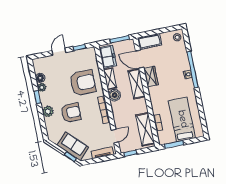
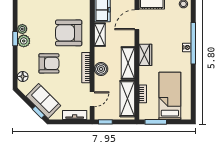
door: (140, 59) -> (137, 20), hinge flipped
wardrobe: (151, 77) -> (145, 55), moved
floor lamp: (40, 78) -> (23, 76), moved
armchair: (83, 83) -> (69, 33), turned 180
shelving: (137, 84) -> (128, 63), moved
boiler: (115, 95) -> (101, 69), moved
plant: (48, 111) -> (24, 41), moved

